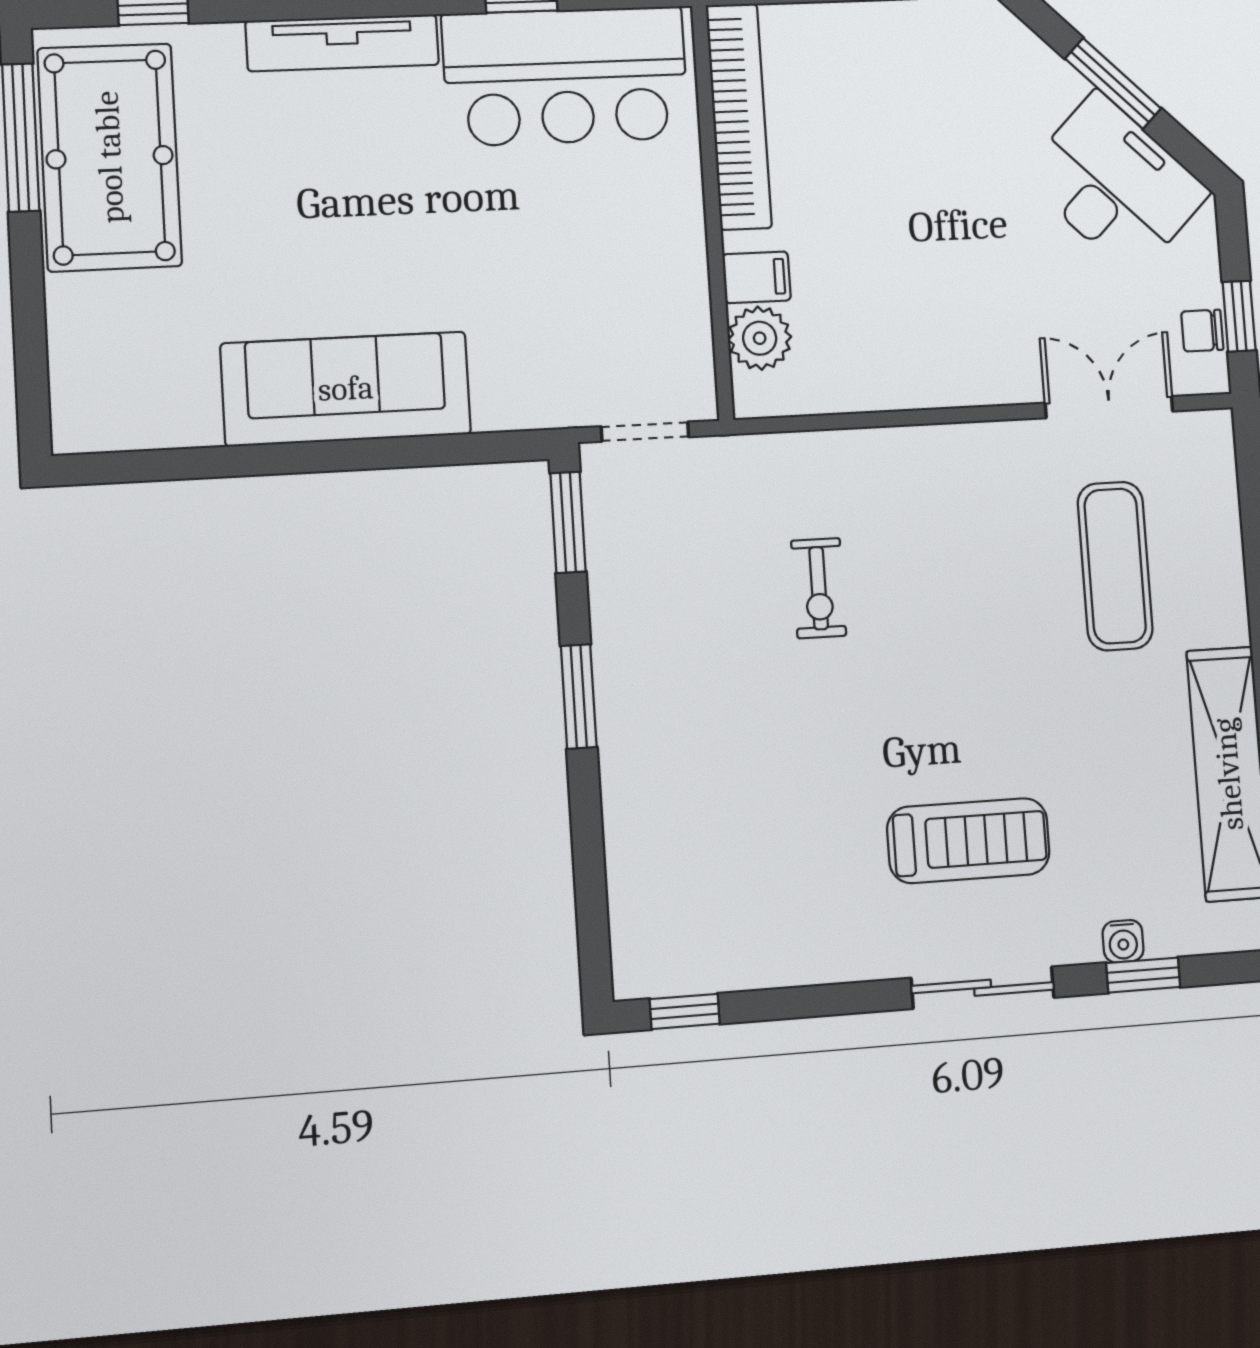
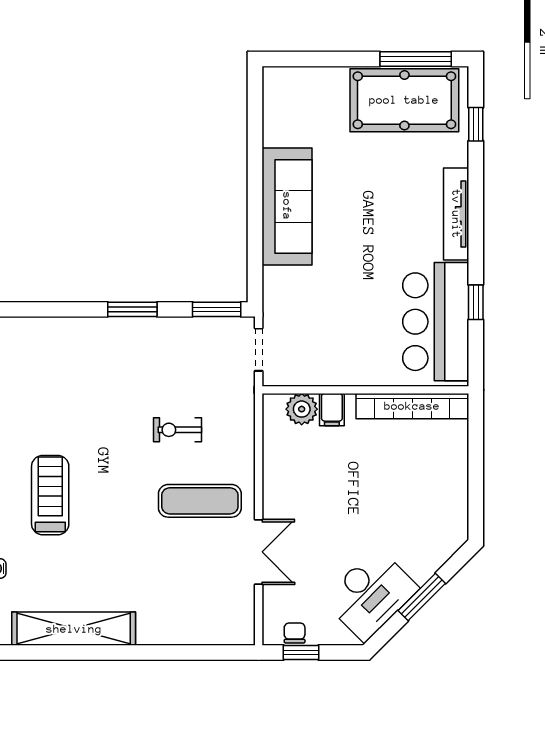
double door: (1109, 407) -> (259, 552), moved
exercise mat: (1115, 566) -> (200, 501), moved
treadmill: (968, 841) -> (50, 495), turned 180

